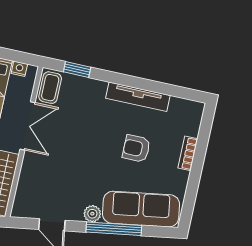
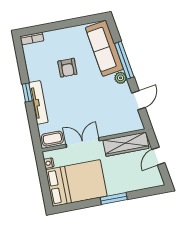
window: (77, 69) -> (27, 93), moved
tv unit: (138, 97) -> (39, 102), moved
bookcase: (188, 153) -> (32, 39), moved

